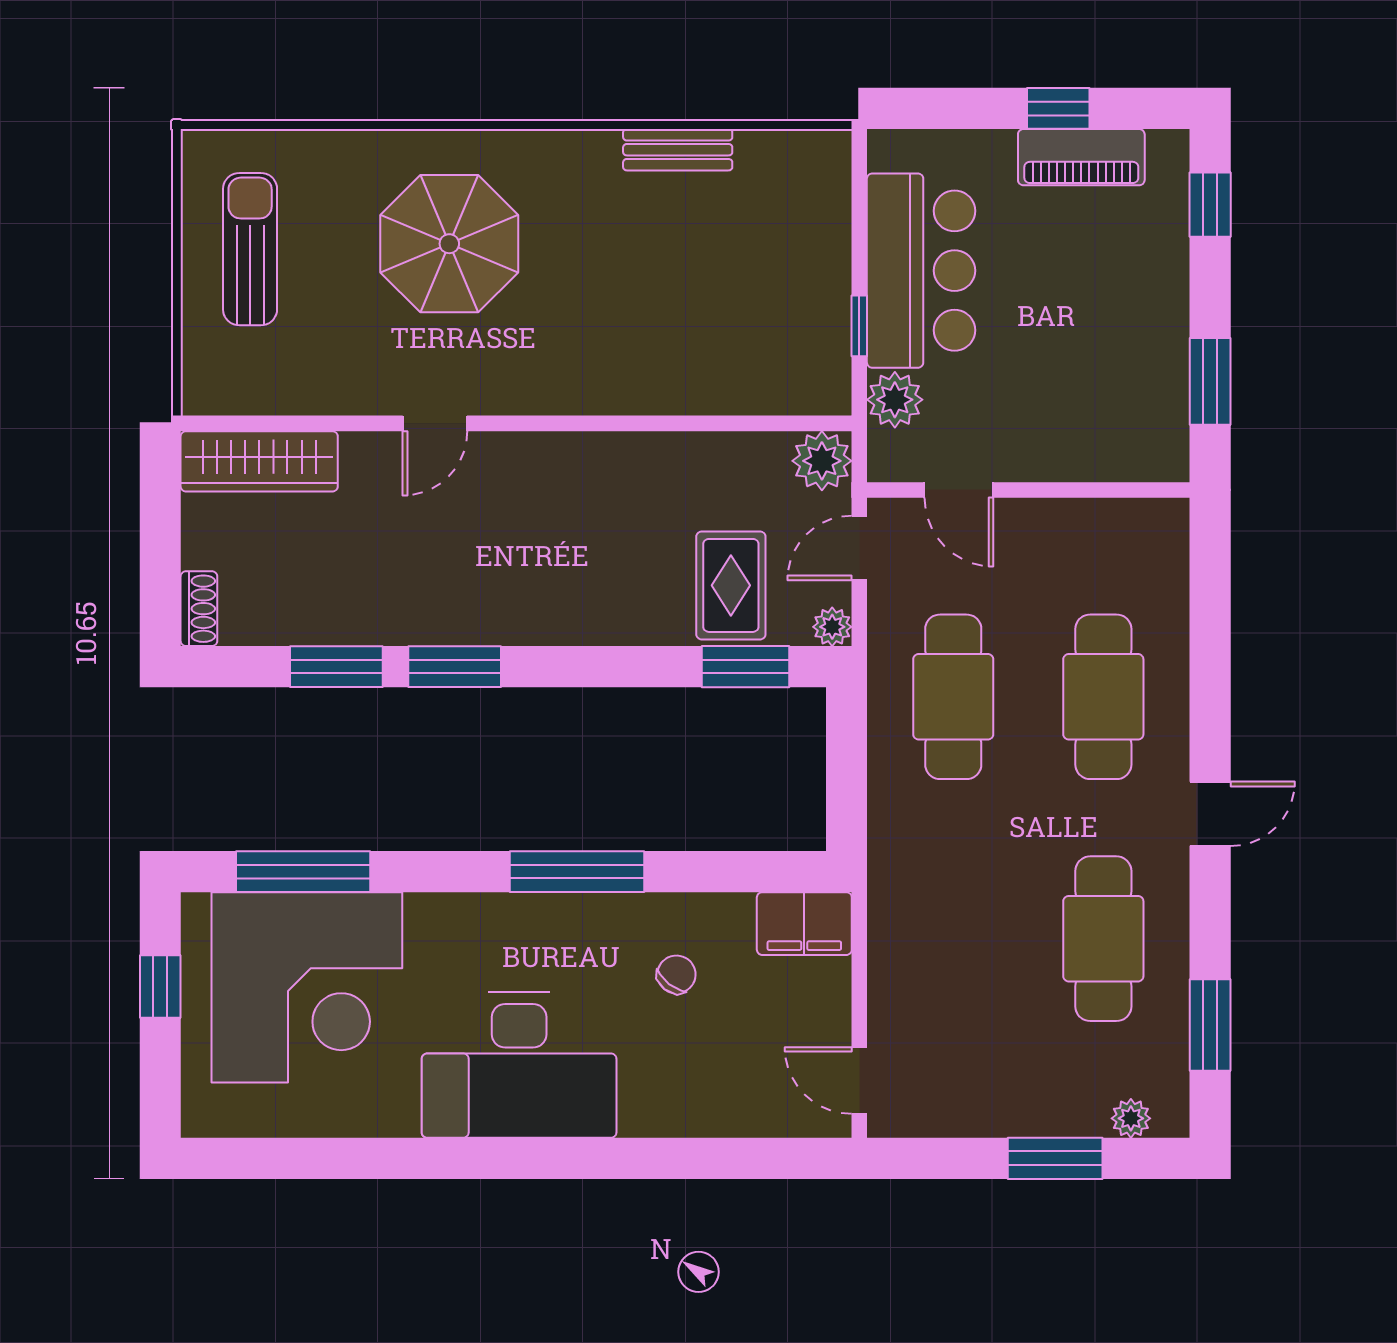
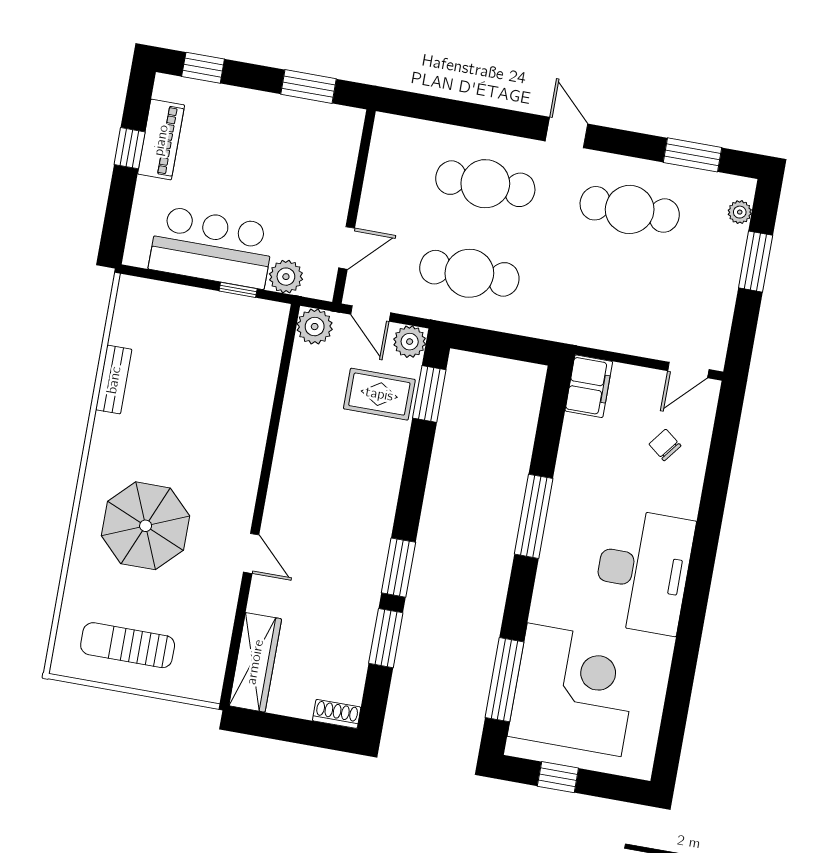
plant: (832, 627) -> (410, 342), width x1.38, depth x1.38
chair: (676, 974) -> (665, 445), moved

